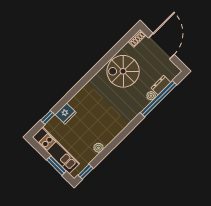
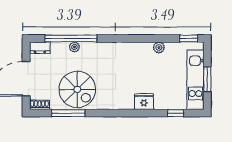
window: (114, 51) -> (68, 113), added
dresser: (161, 85) -> (40, 48), moved
fridge: (66, 114) -> (144, 102), moved
window: (56, 166) -> (207, 79), moved

